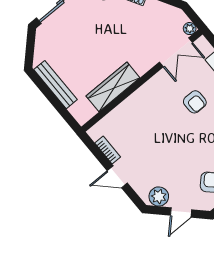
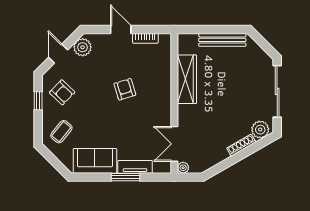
armchair: (195, 102) -> (125, 89), moved, turned 73
door: (117, 177) -> (121, 30), hinge flipped

